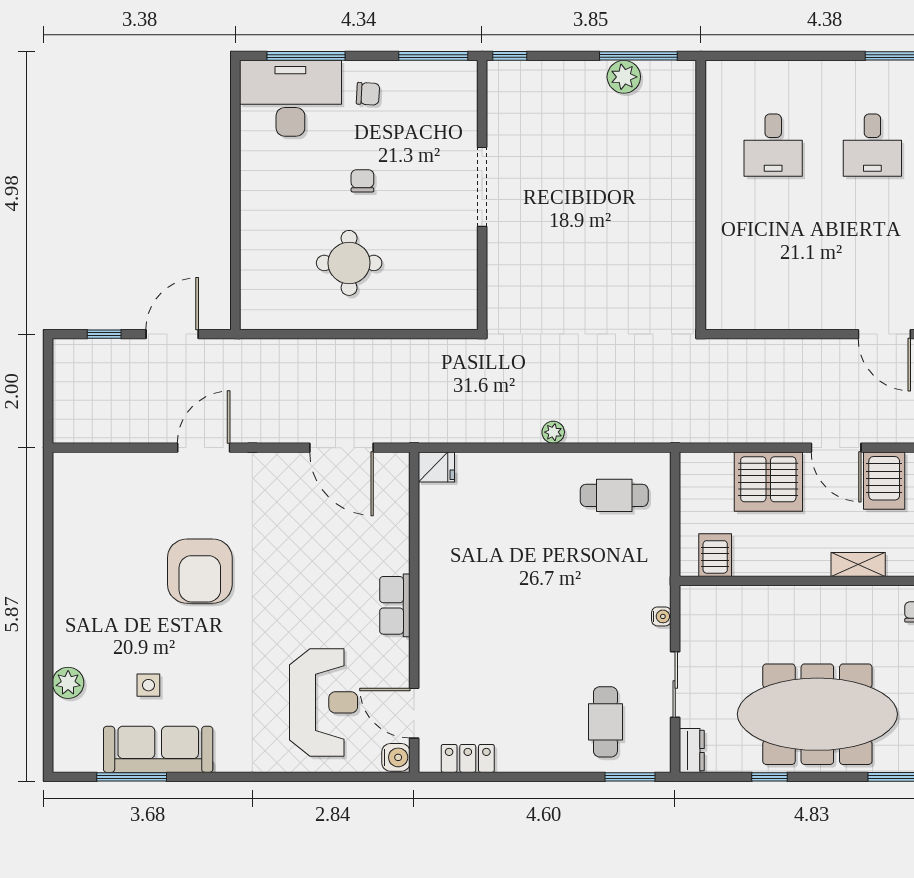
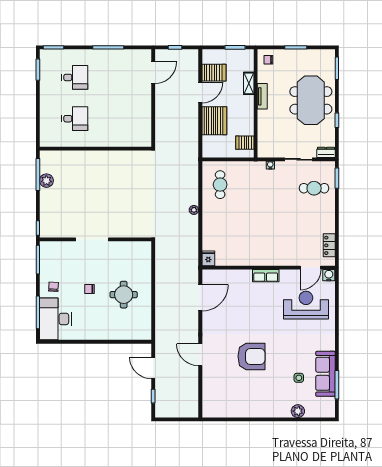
tv unit: (827, 597) -> (262, 96), added
meeting table: (817, 714) -> (311, 100), width x0.73

